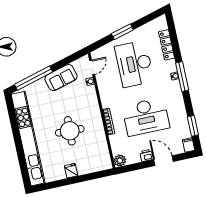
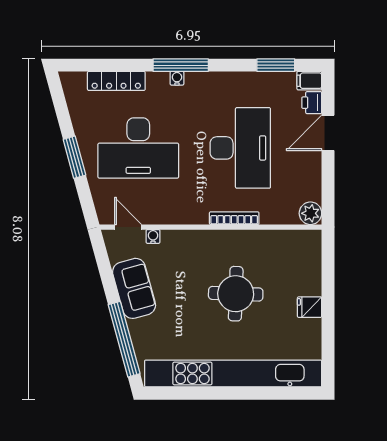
printer: (146, 155) -> (312, 103), moved

